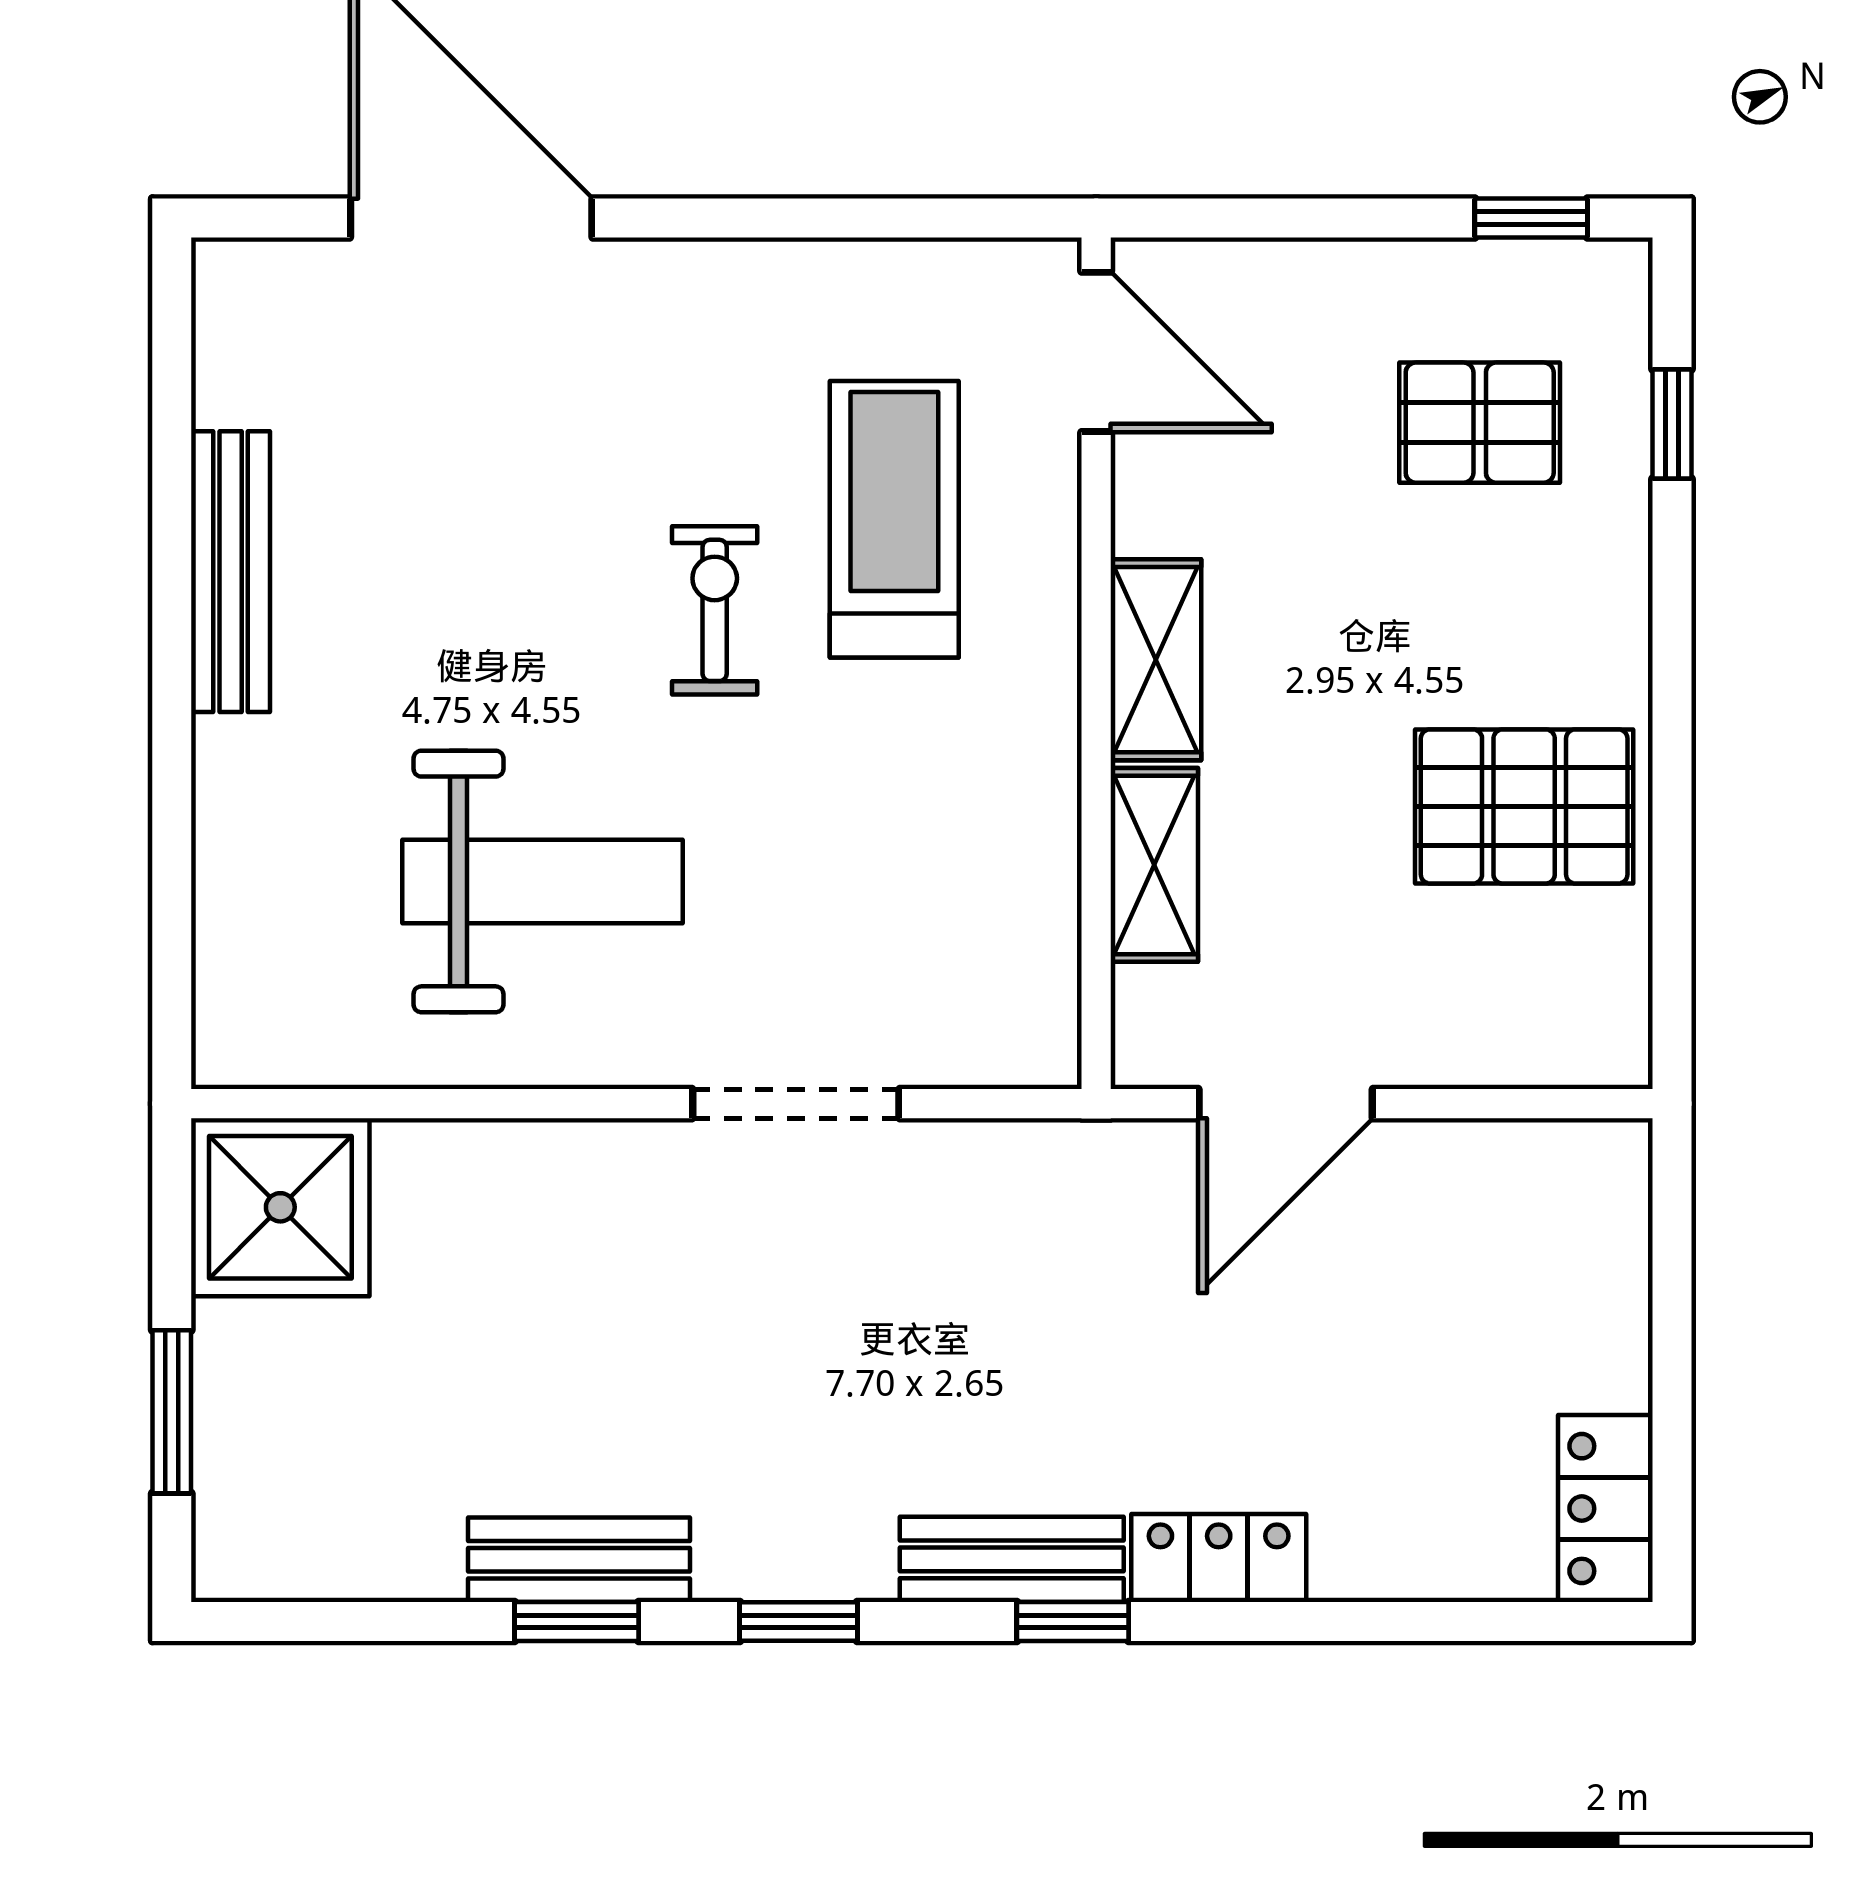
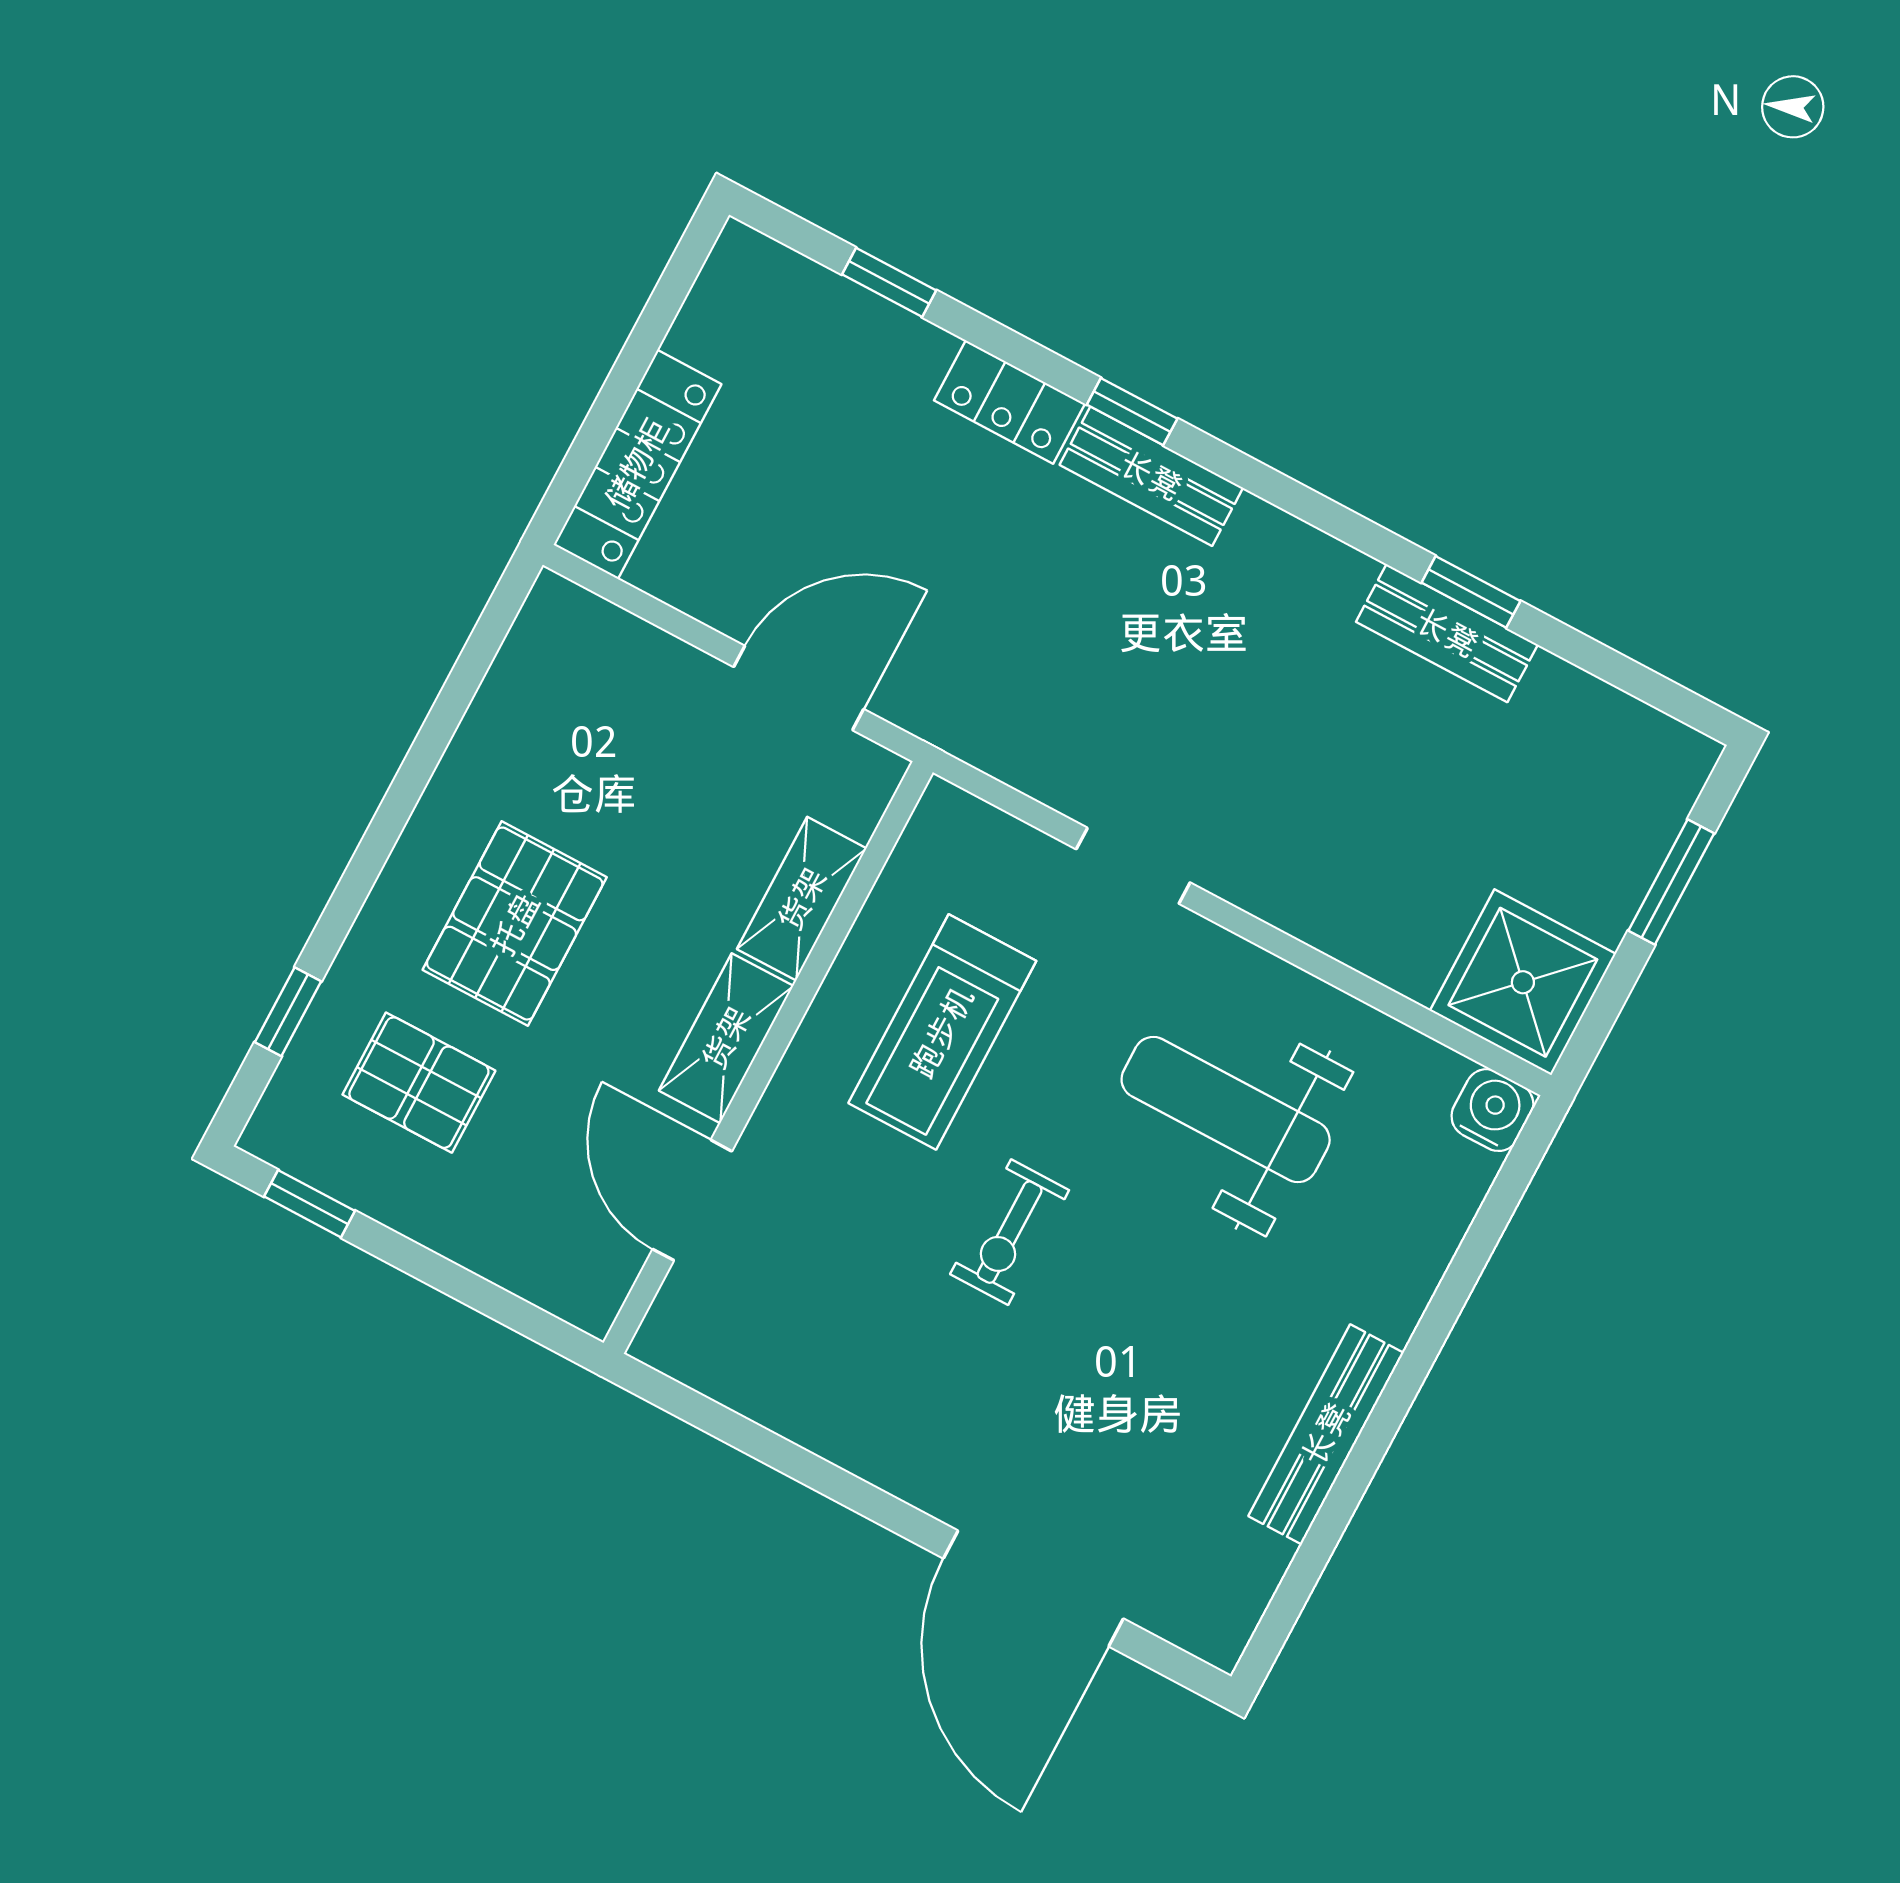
door: (1096, 352) -> (692, 1200), moved
treadmill: (894, 519) -> (942, 1032), moved
pallet: (1524, 806) -> (515, 924), moved, turned 90
water cooler: (238, 1043) -> (1492, 1110), added
doorway: (796, 1104) -> (1133, 866), width x0.73
locker: (1605, 1509) -> (637, 464), moved, width x1.53
window: (799, 1621) -> (889, 282), moved

